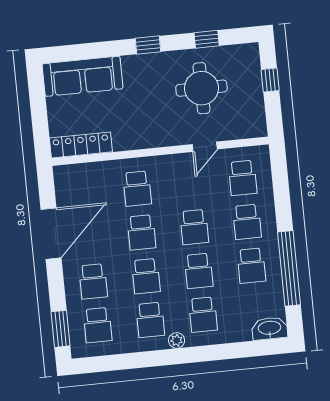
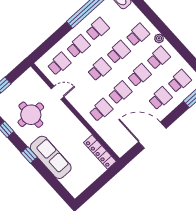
sofa: (82, 76) -> (51, 157), moved

